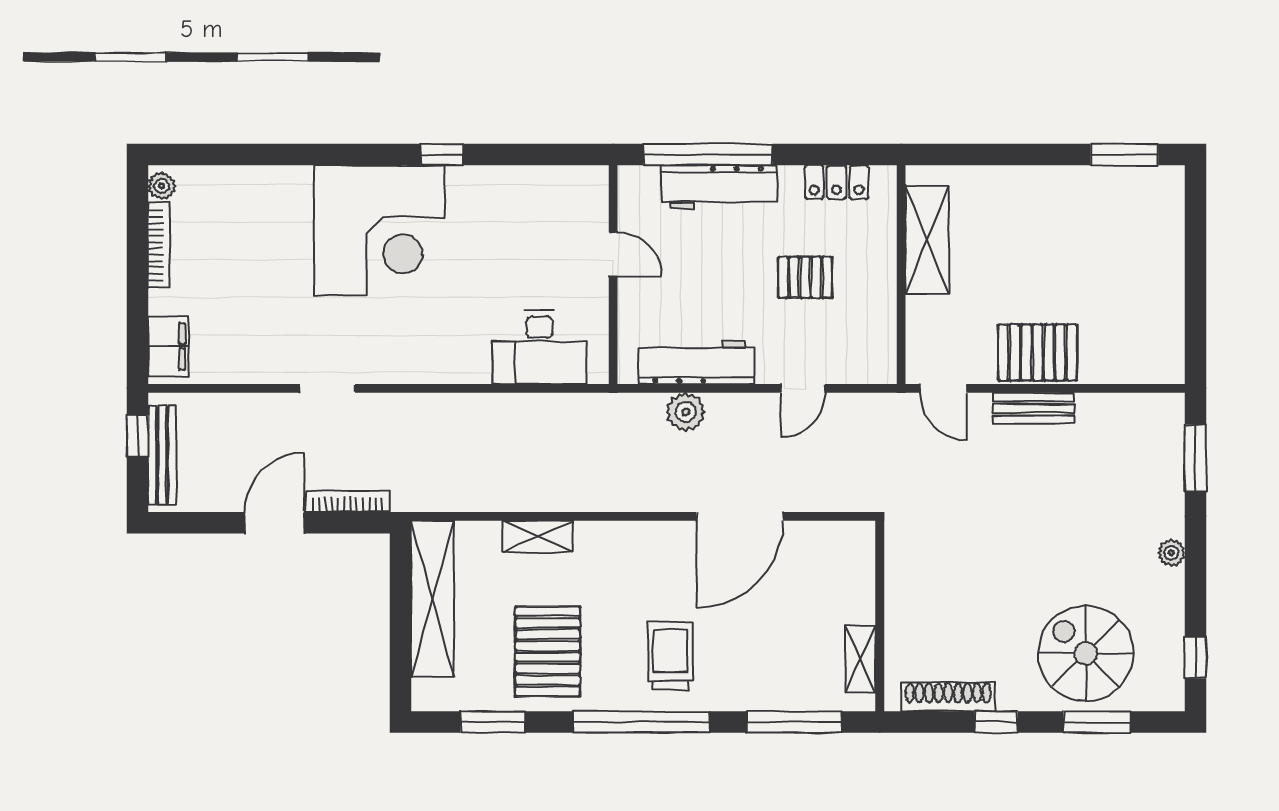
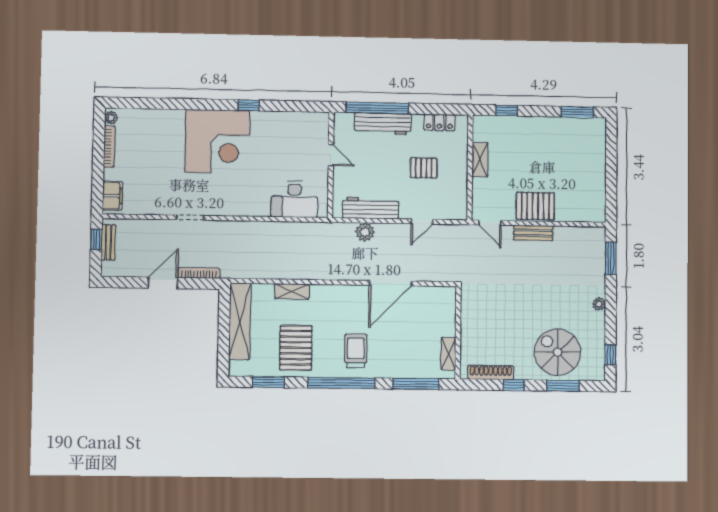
window: (977, 155) -> (507, 111), added
shelving: (927, 240) -> (480, 160), width x0.67, depth x0.75
bench: (162, 455) -> (108, 242), width x0.73

